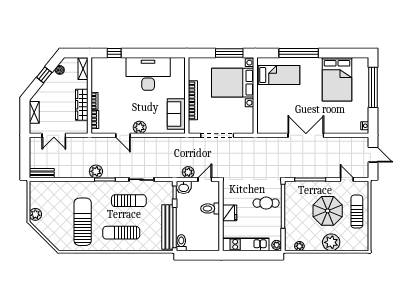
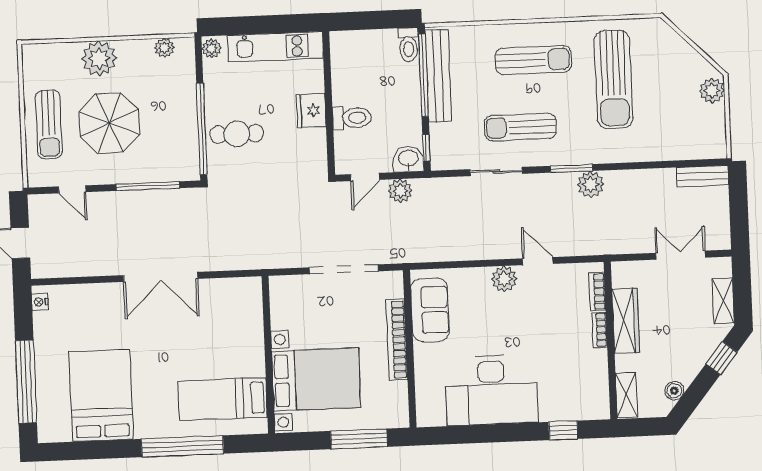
window: (229, 53) -> (359, 439), moved
window: (44, 75) -> (721, 358), moved

